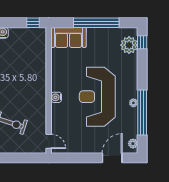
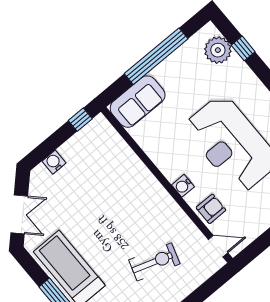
window: (142, 42) -> (243, 48), moved
armchair: (61, 120) -> (211, 209), added

